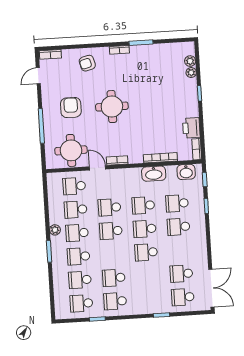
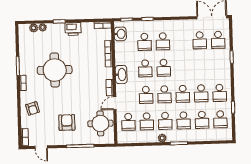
round table: (112, 107) -> (55, 70), moved, width x1.36, depth x1.36
armchair: (71, 108) -> (67, 122), turned 90
printer: (191, 128) -> (73, 29), moved
washbasin: (154, 174) -> (121, 75), moved
school desk: (146, 252) -> (183, 94), moved

